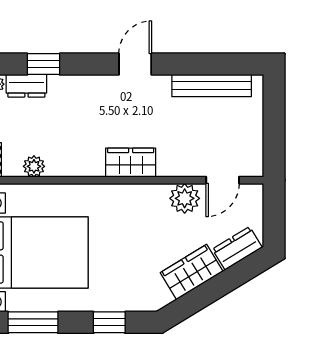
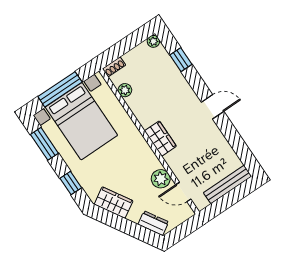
dresser: (26, 86) -> (164, 58), removed
bench: (212, 86) -> (228, 184), moved, turned 90
wardrobe: (192, 272) -> (114, 203), moved

